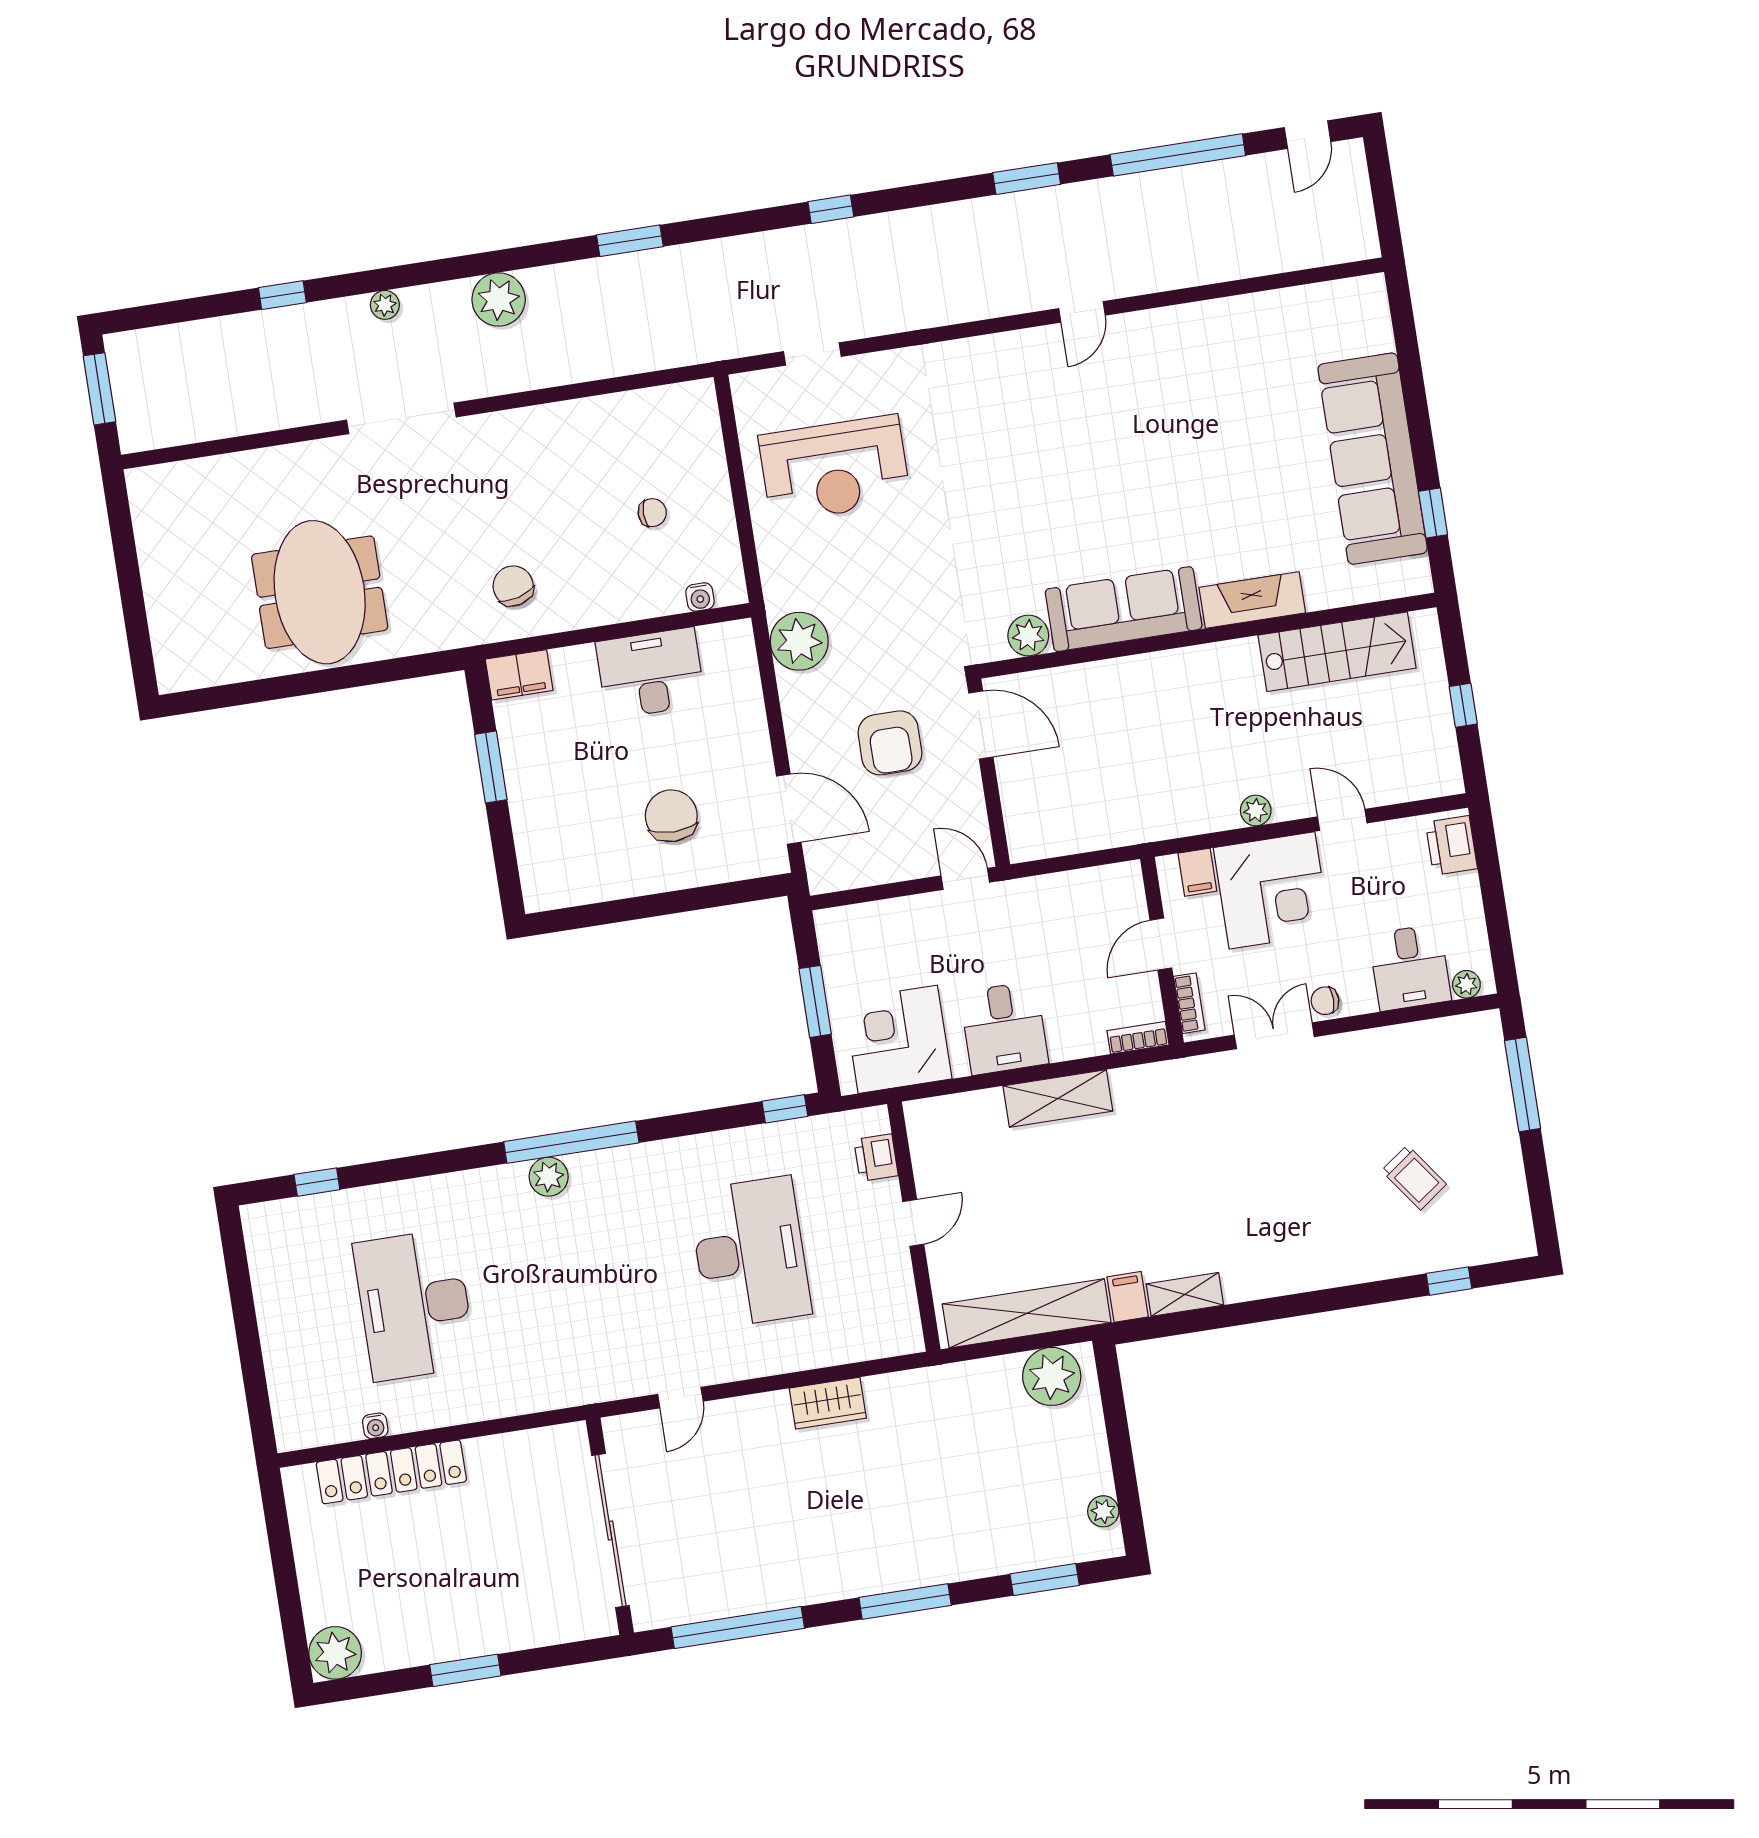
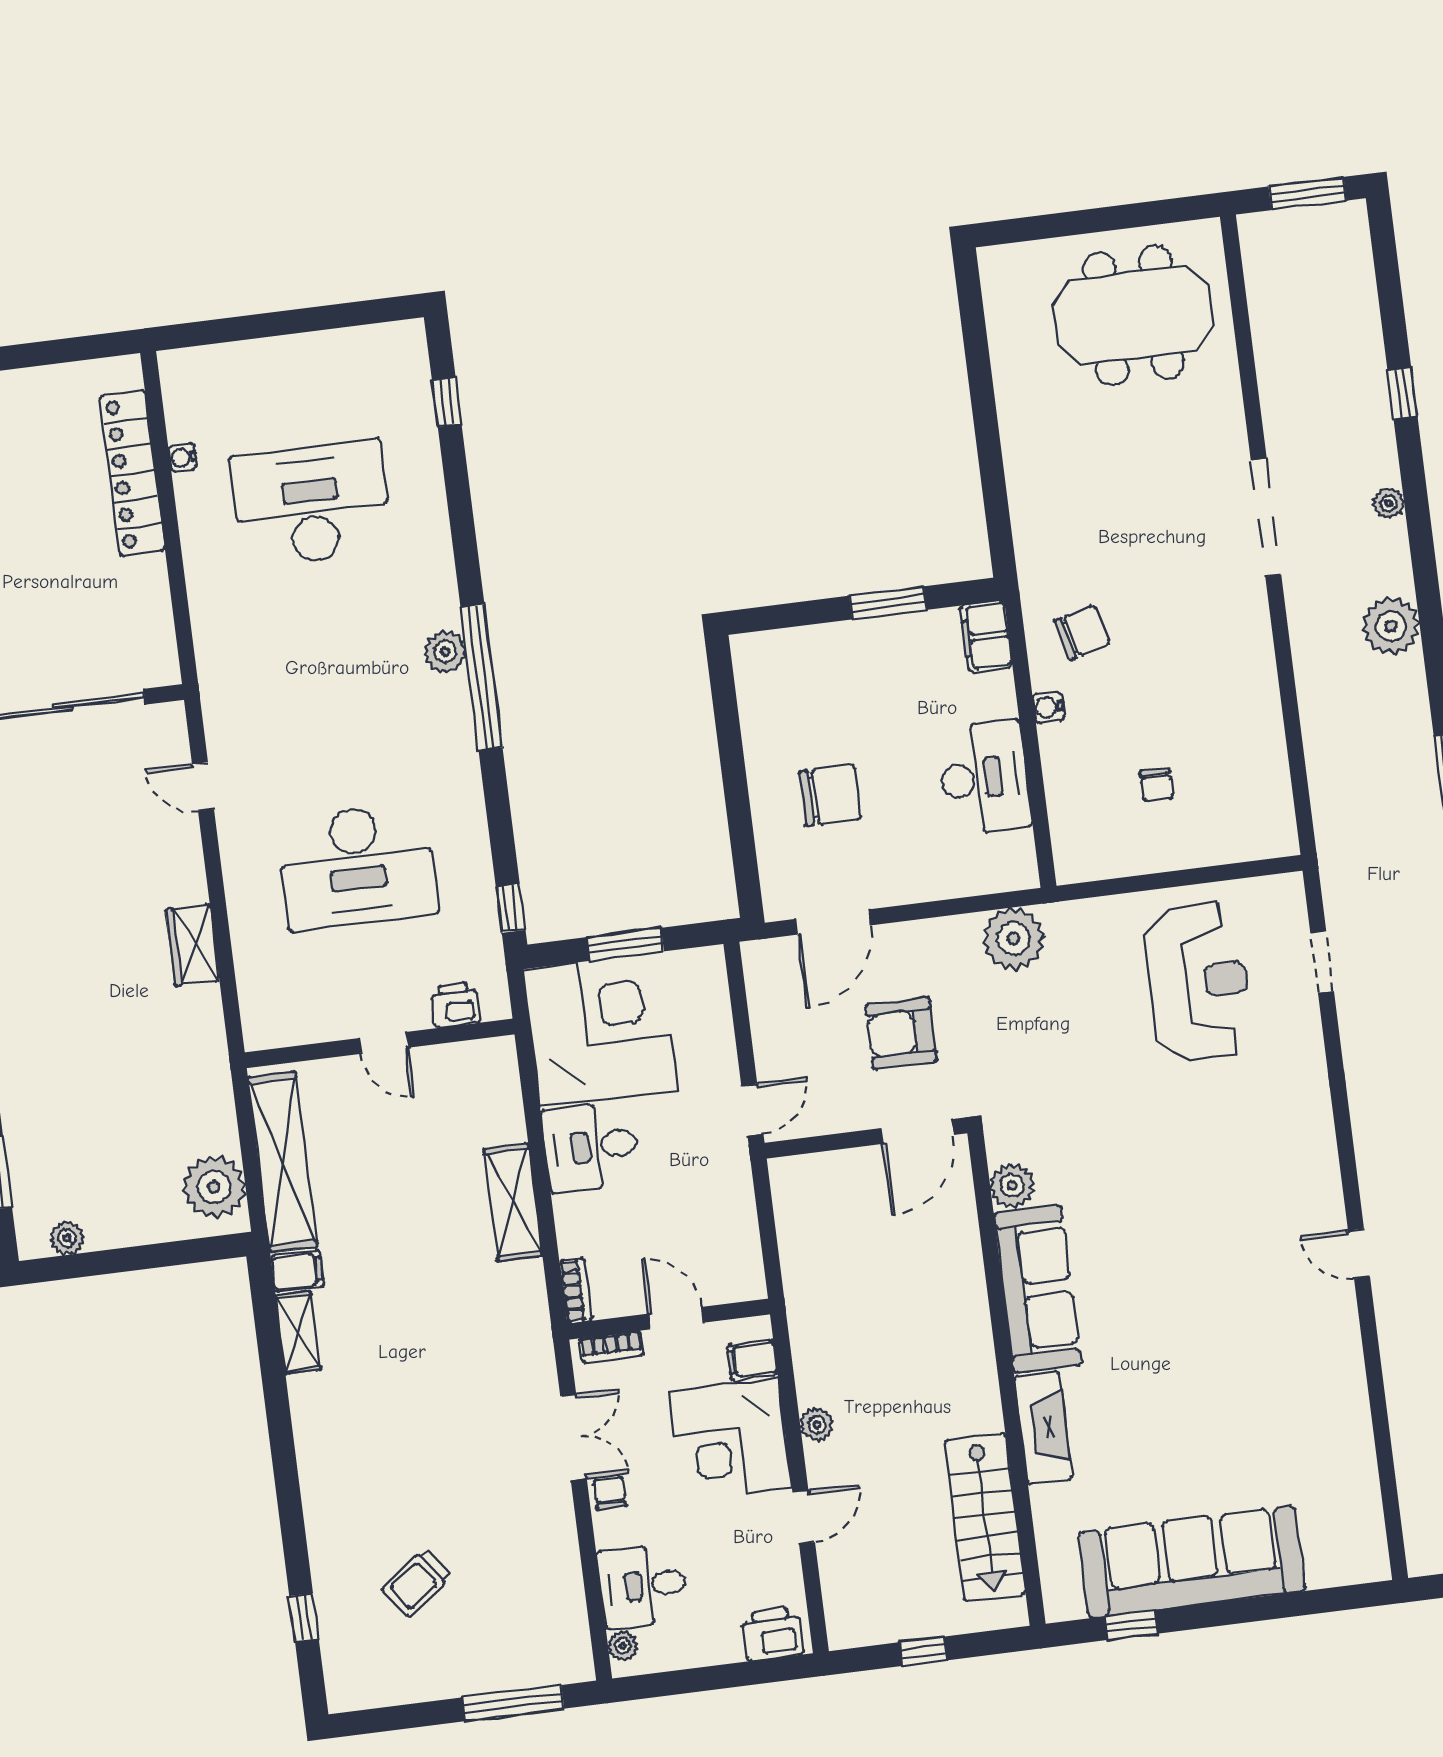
reception desk: (835, 469) -> (1198, 982), turned 180
meeting table: (320, 592) -> (1134, 316), moved
water cooler: (700, 597) -> (1048, 707), moved
corner desk: (898, 1039) -> (600, 1030), width x1.36, depth x1.36

